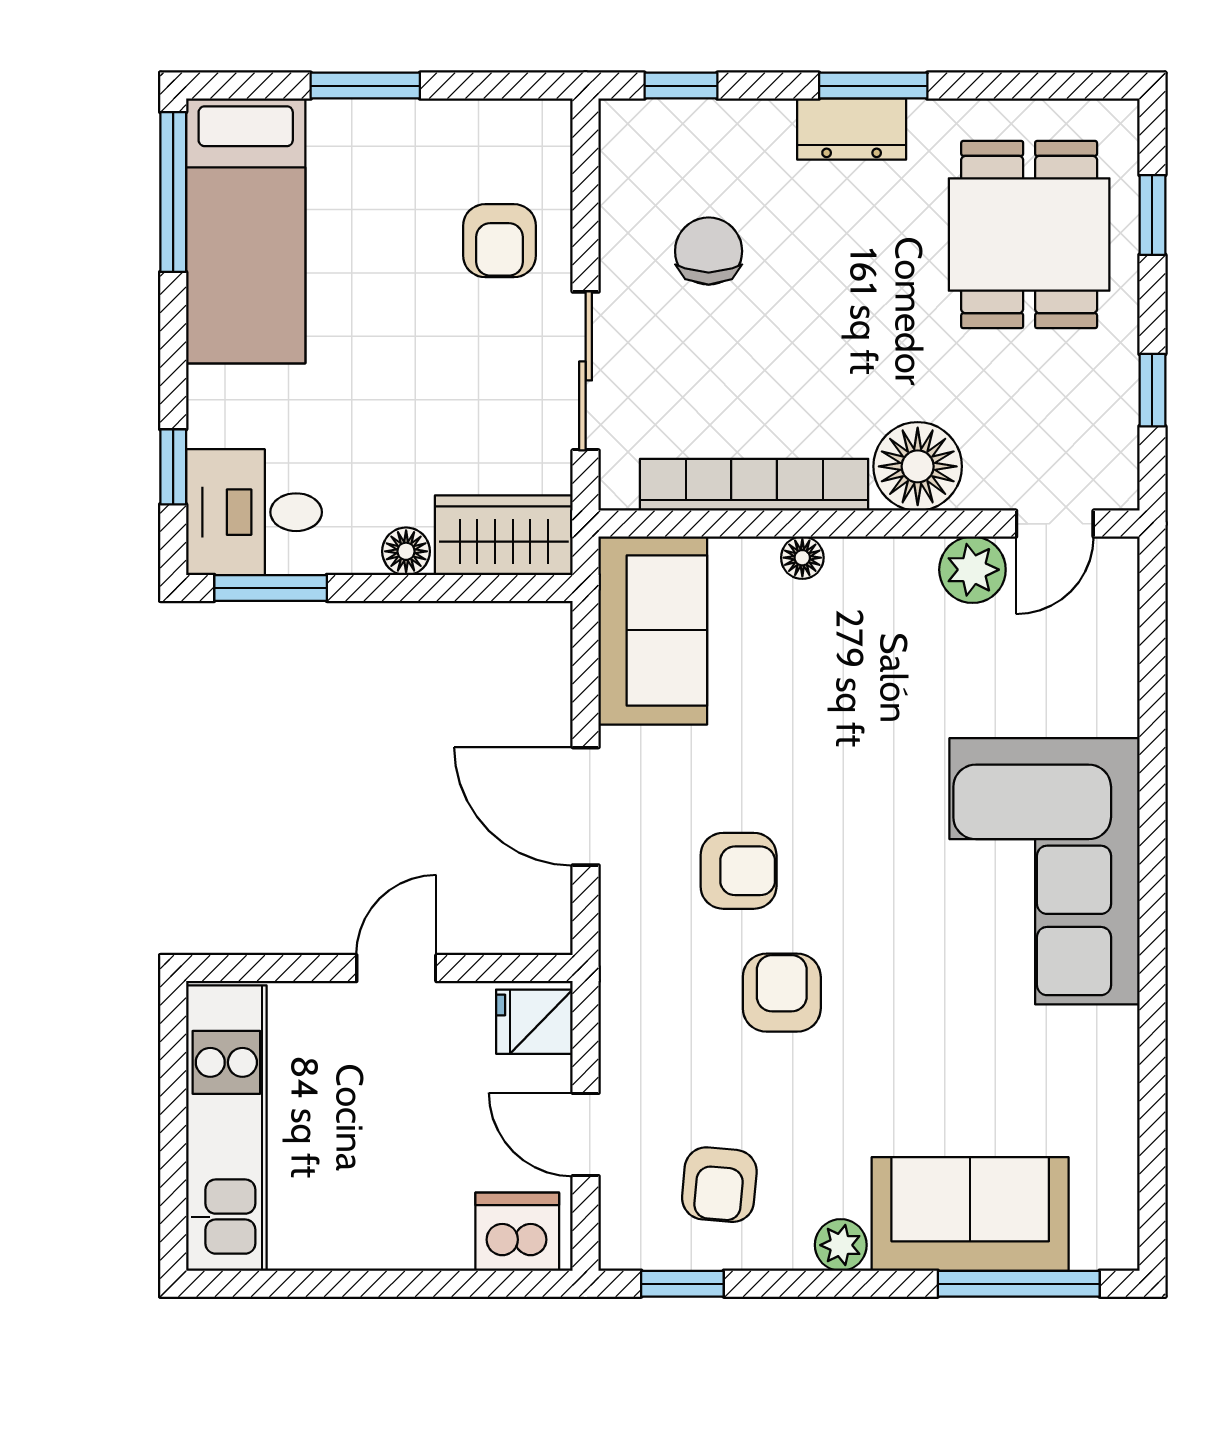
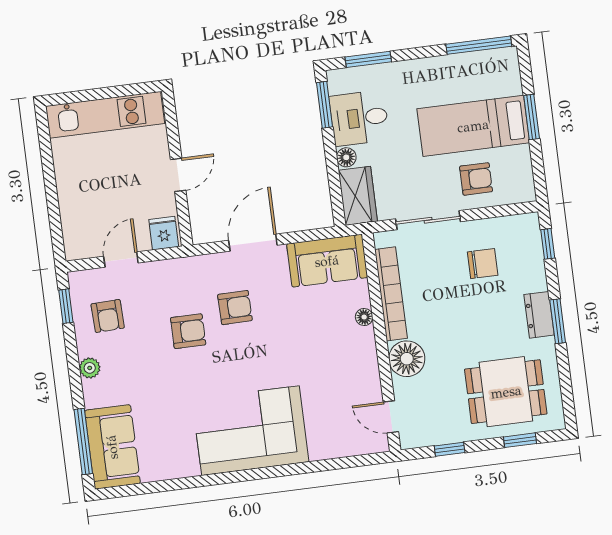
bed: (246, 231) -> (473, 126), moved
armchair: (500, 241) -> (476, 179), turned 180
window: (173, 467) -> (368, 59), width x1.50
desk: (254, 512) -> (359, 118), moved, turned -90
plant: (972, 570) -> (368, 386), removed
armchair: (739, 871) -> (235, 308), turned -91
door: (396, 968) -> (178, 175), hinge flipped
armchair: (719, 1185) -> (108, 316), turned -97
sofa: (970, 1214) -> (112, 447), moved
dishwasher: (517, 1232) -> (78, 237), removed

